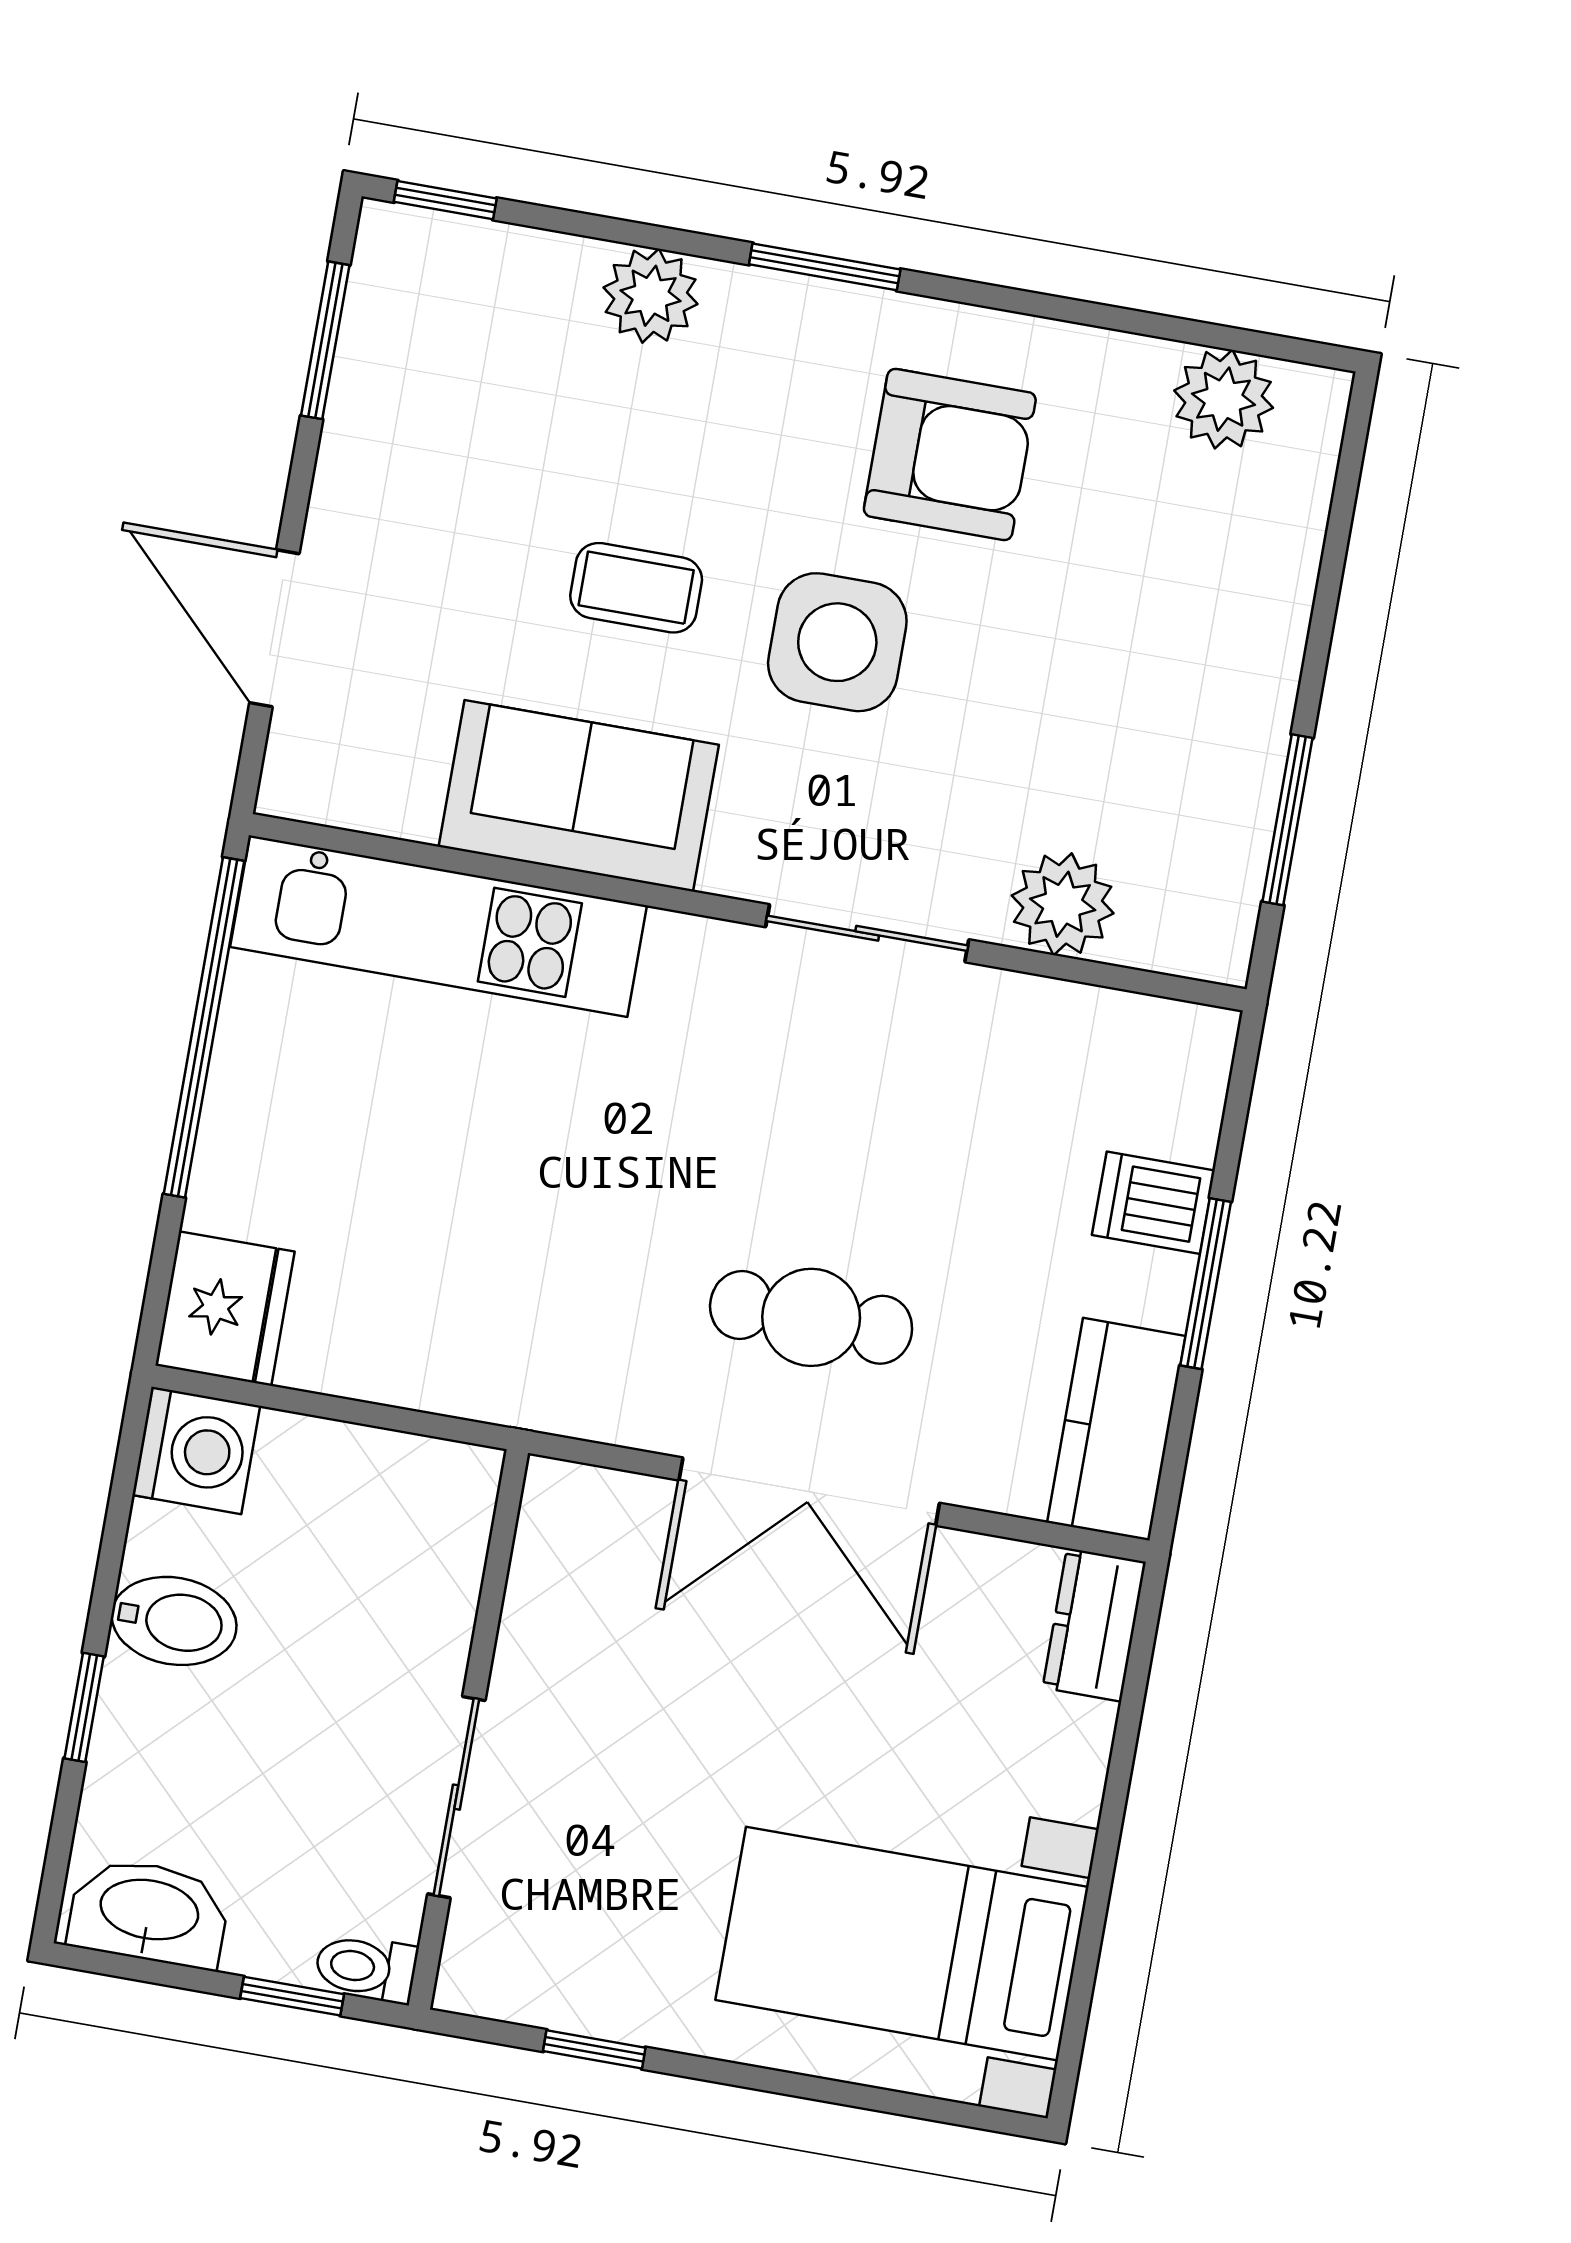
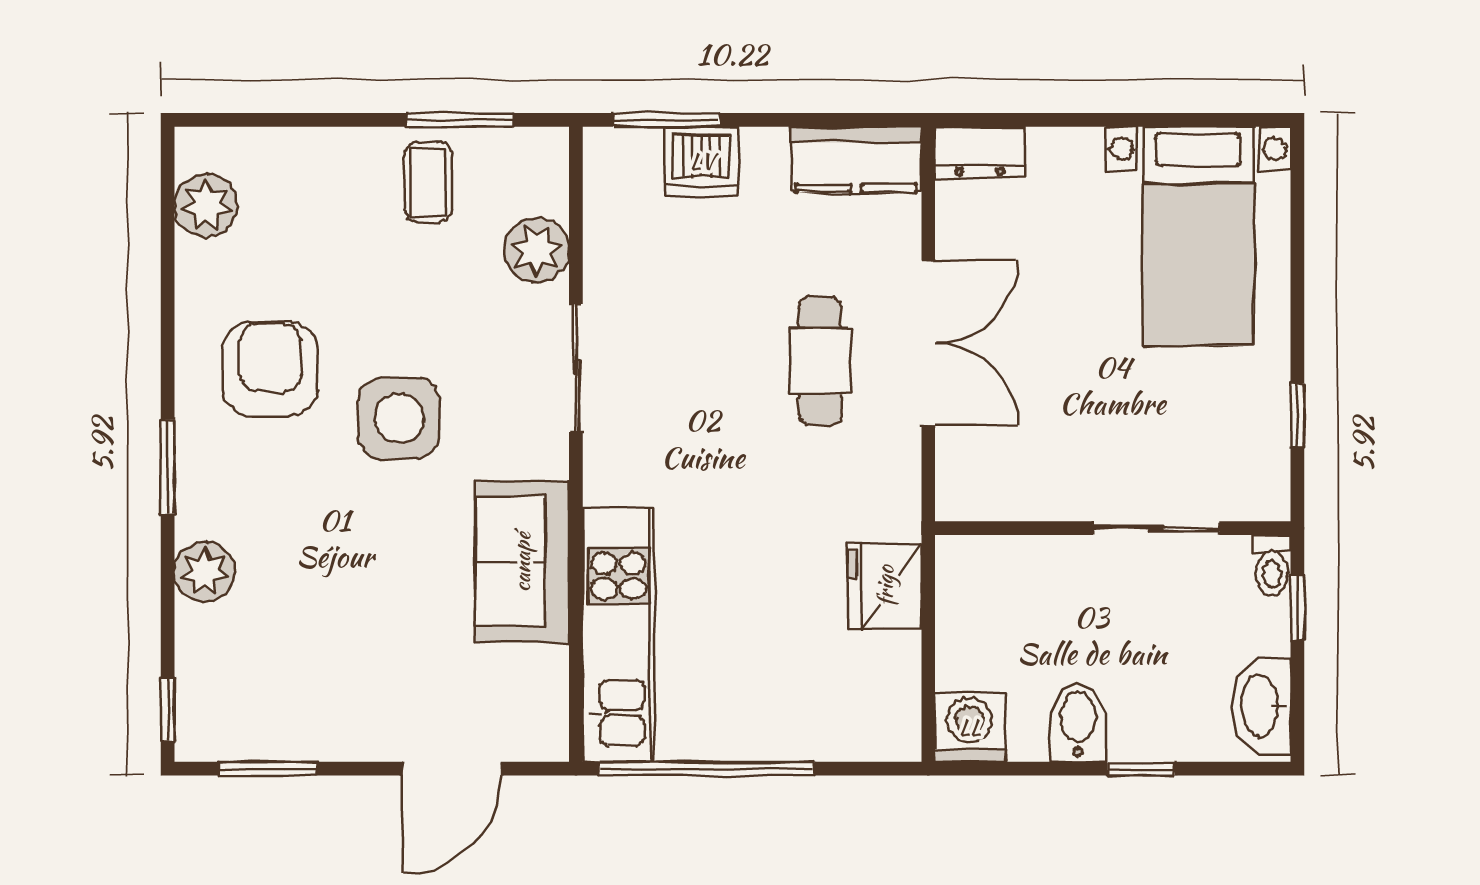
coffee table: (636, 588) -> (428, 182), moved
dishwasher: (1153, 1203) -> (702, 161), width x1.38
window: (1206, 1284) -> (666, 120), moved
fridge: (225, 1308) -> (885, 586), moved, turned -90

